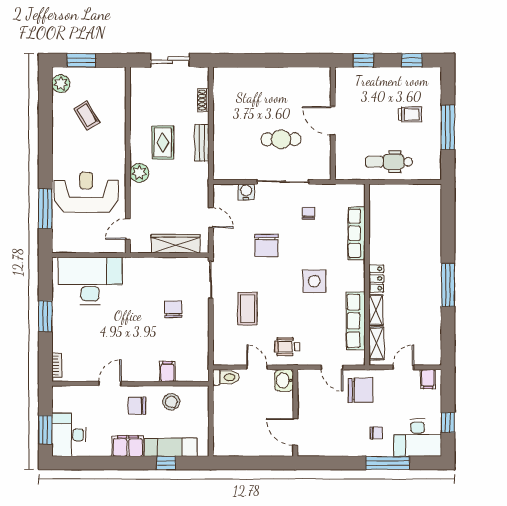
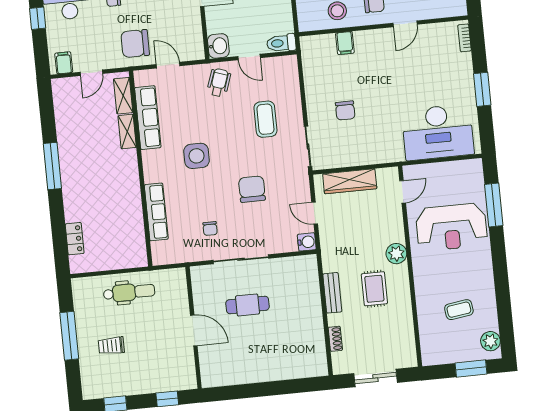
coffee table: (87, 116) -> (459, 310), turned -67
water cooler: (246, 192) -> (307, 242), moved, turned -90
locker: (376, 278) -> (75, 239), moved, turned 180
wheelchair: (287, 347) -> (219, 83), turned -71

